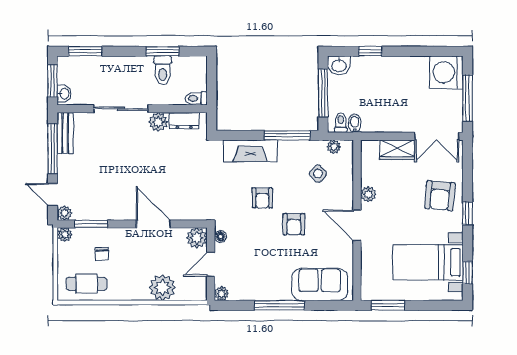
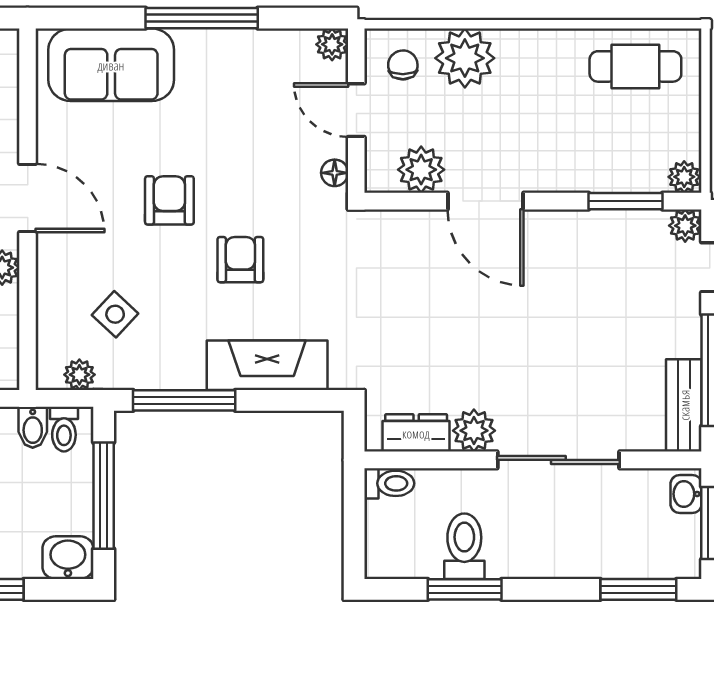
plant: (197, 238) -> (421, 170), moved
chair: (102, 254) -> (403, 65), moved
door: (211, 264) -> (356, 110), swing flipped

